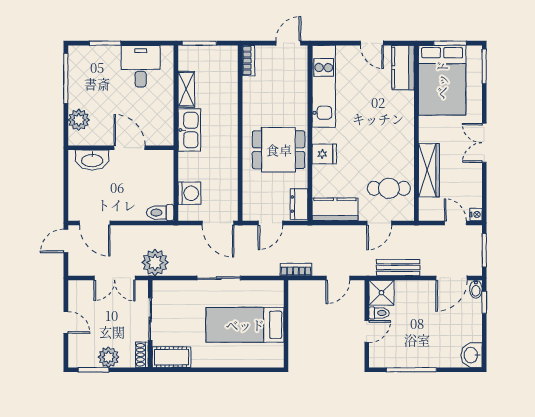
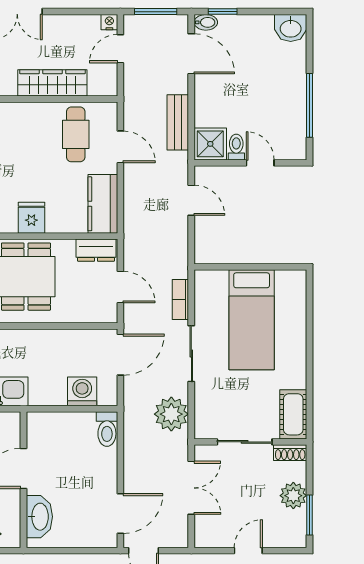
plant: (155, 262) -> (171, 414), moved
bookcase: (296, 270) -> (180, 300), moved

